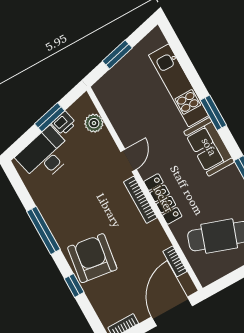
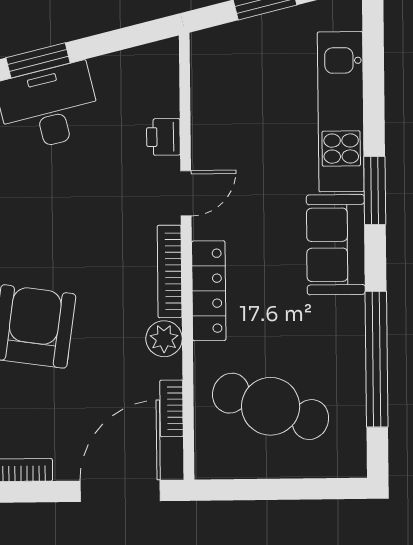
window: (50, 117) -> (38, 60), moved
printer: (64, 123) -> (163, 137), moved, turned 104
plant: (94, 123) -> (164, 339), moved

